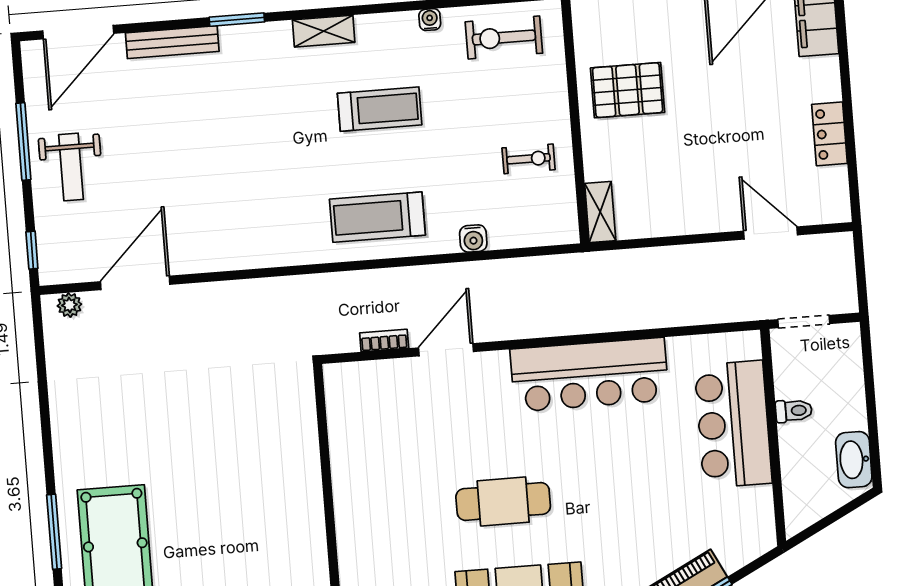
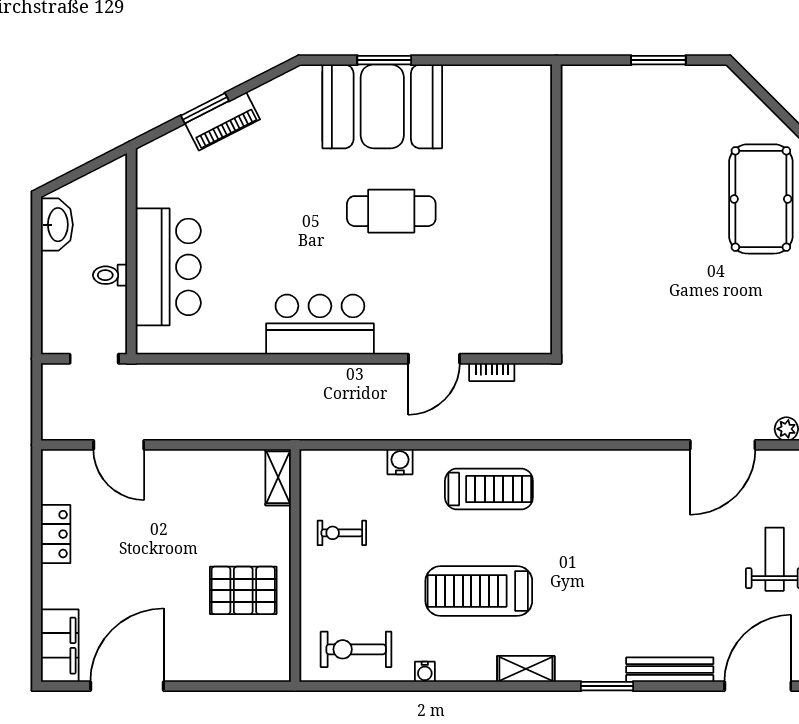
exercise bike: (504, 37) -> (356, 649), turned 180
treadmill: (380, 109) -> (479, 591), width x1.37, depth x1.38
bar counter: (589, 375) -> (320, 325), width x0.73

